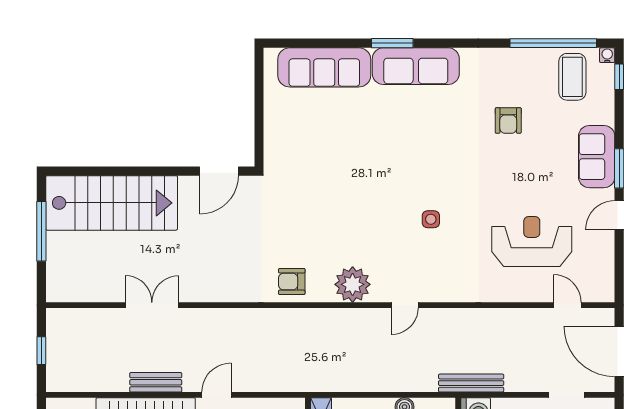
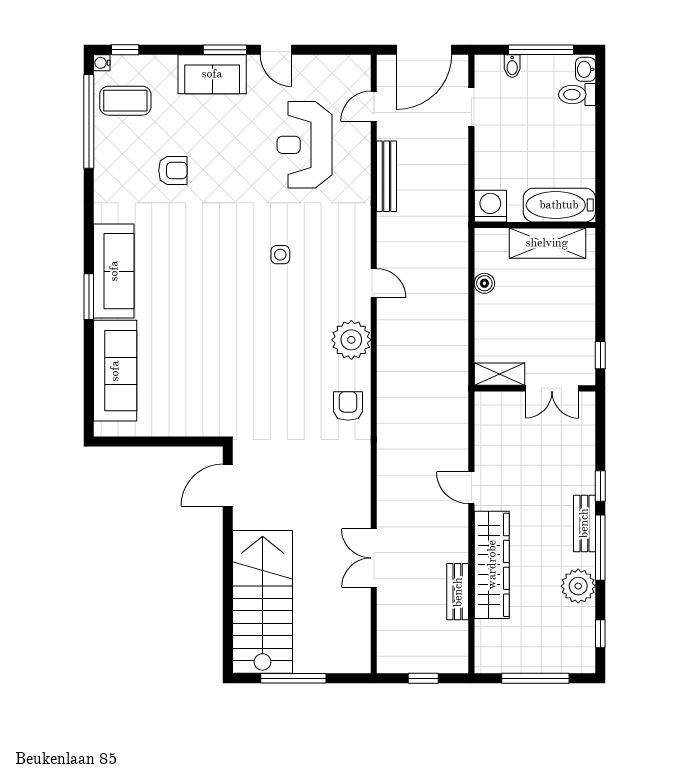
door: (219, 171) -> (228, 485), swing flipped
armchair: (292, 282) -> (348, 406), turned 180
bench: (156, 382) -> (458, 592), moved
bench: (471, 383) -> (387, 176), moved

